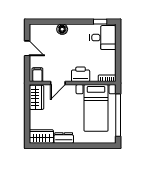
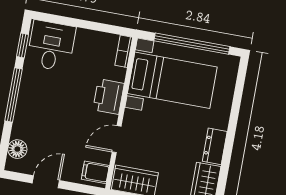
window: (72, 22) -> (13, 95), added
floor lamp: (62, 29) -> (17, 149), moved
door: (58, 83) -> (117, 139), swing flipped

